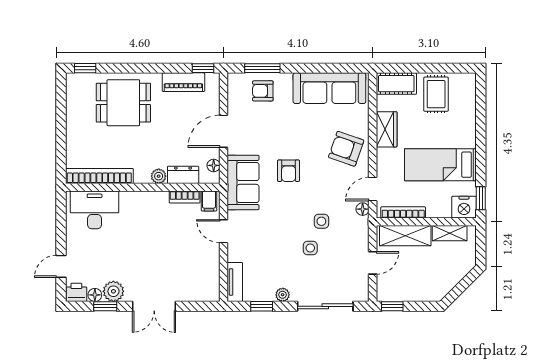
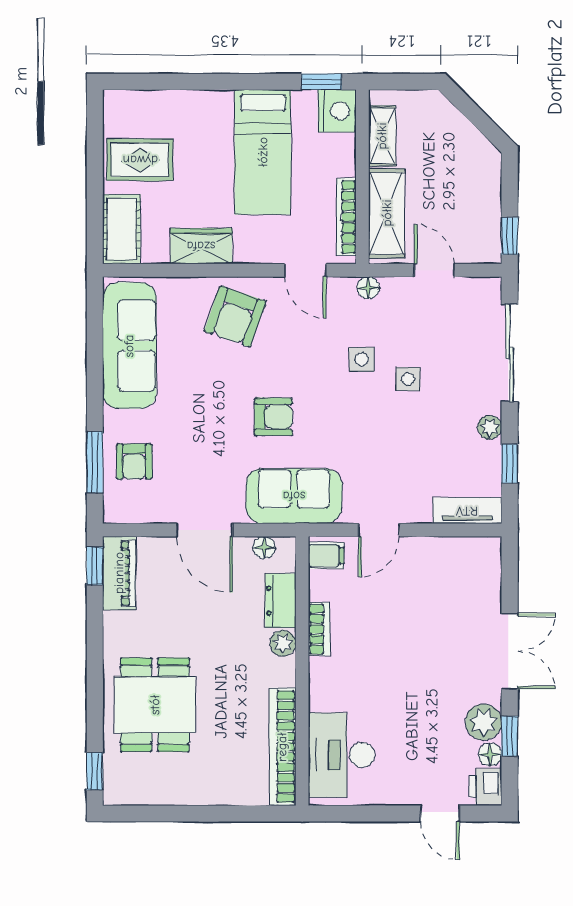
piano: (183, 82) -> (119, 573), moved
bookcase: (185, 197) -> (319, 629), moved
floor lamp: (363, 209) -> (368, 288), moved

